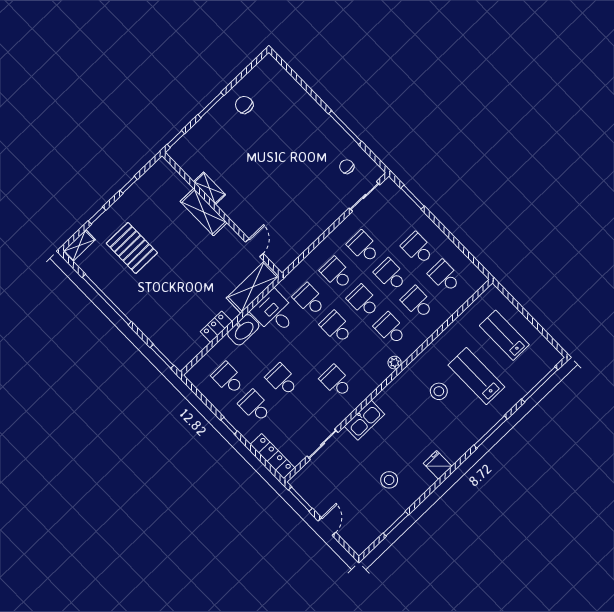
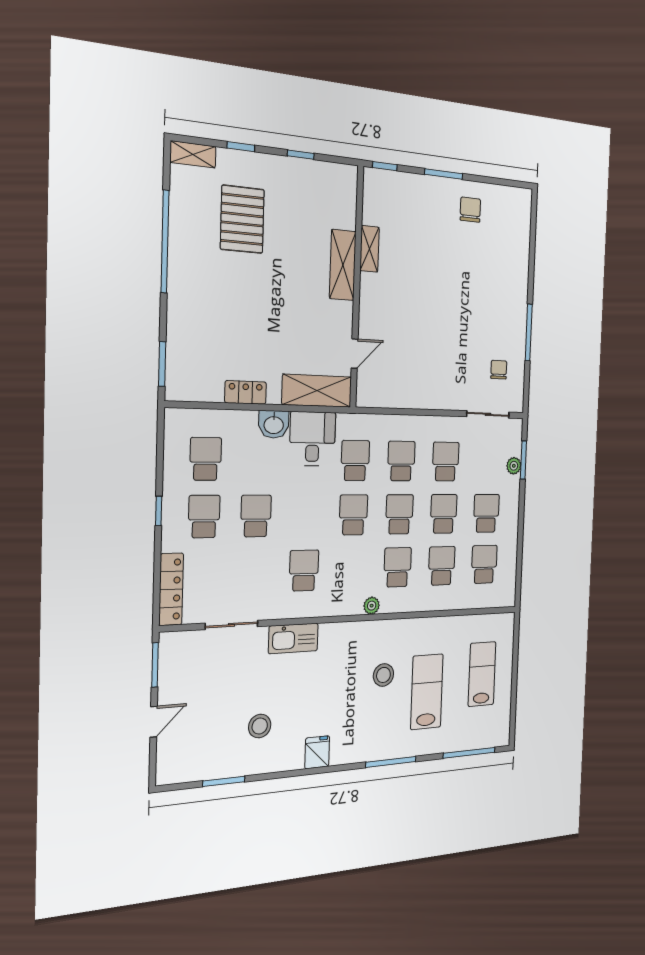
plant: (409, 206) -> (514, 466), added
washbasin: (243, 330) -> (274, 424), width x0.72

